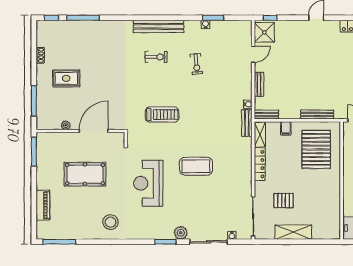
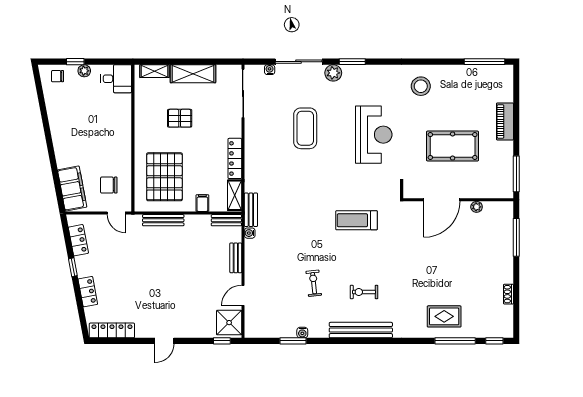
rug: (66, 78) -> (444, 316), moved
coffee table: (196, 166) -> (305, 128), moved, turned 90
pallet: (283, 201) -> (180, 118), moved
piano: (43, 205) -> (505, 121), moved
shelving: (324, 234) -> (155, 71), added

